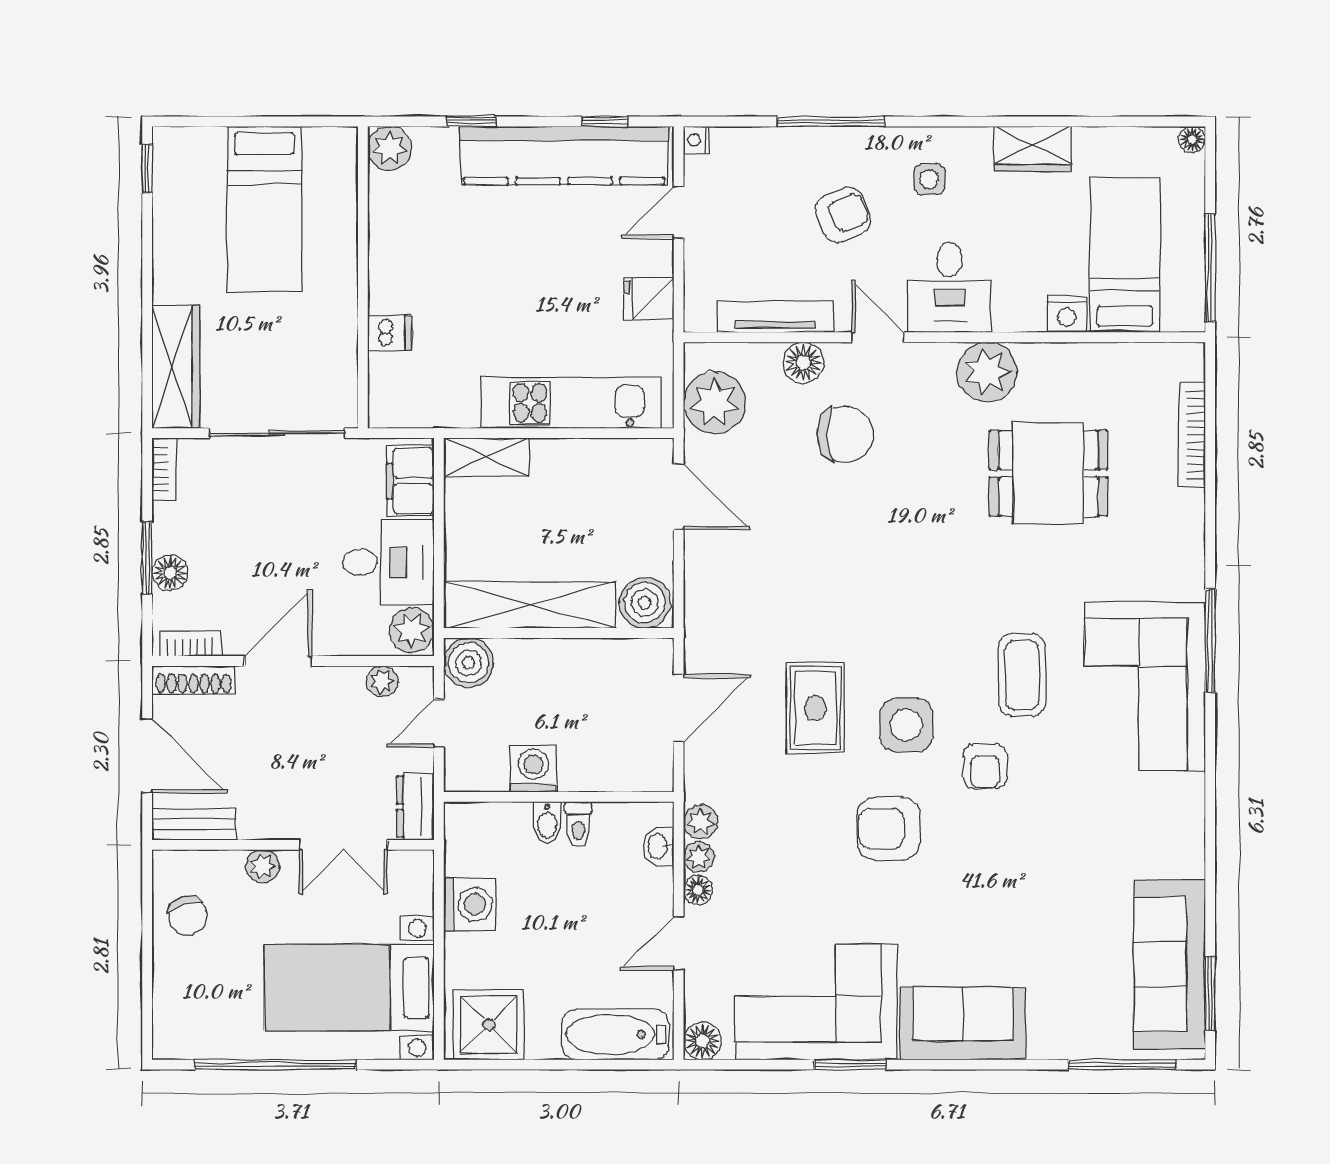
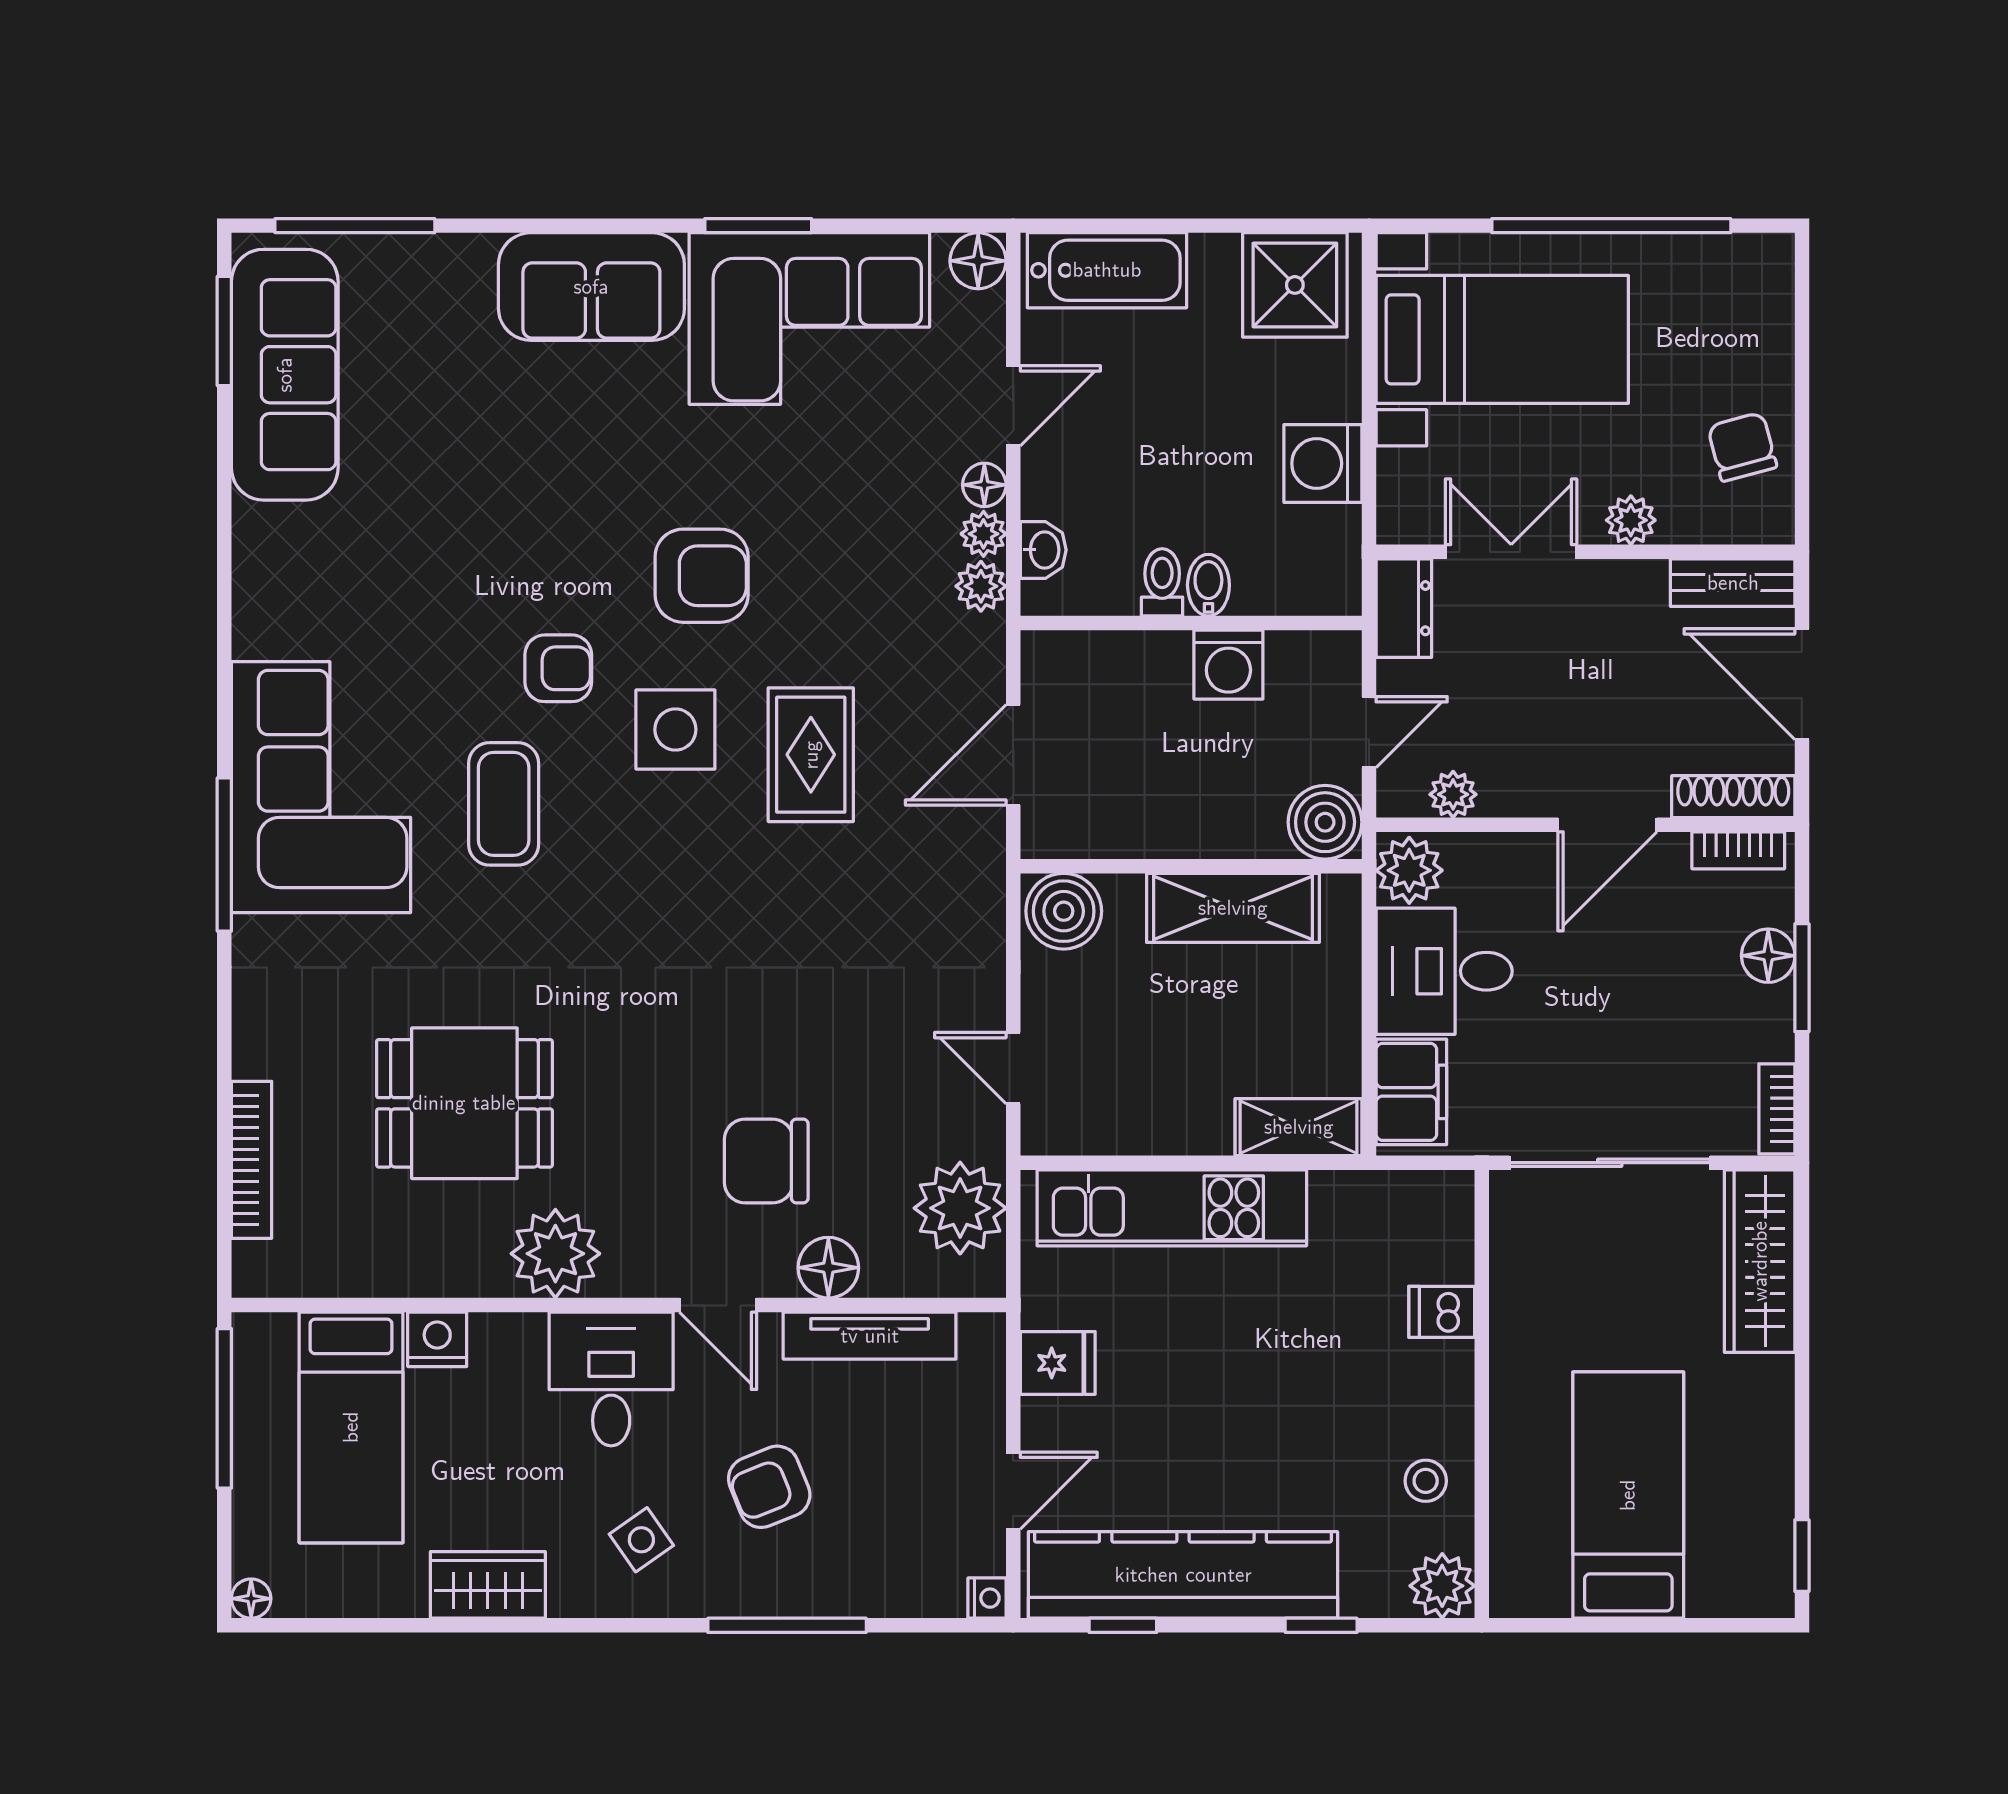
side table: (929, 179) -> (641, 1540), turned -35
stool: (401, 219) -> (1426, 1481), added
door: (679, 497) -> (1013, 1068), width x0.73
shelving: (531, 605) -> (1233, 908), width x0.68
armchair: (985, 766) -> (558, 668), turned 90

